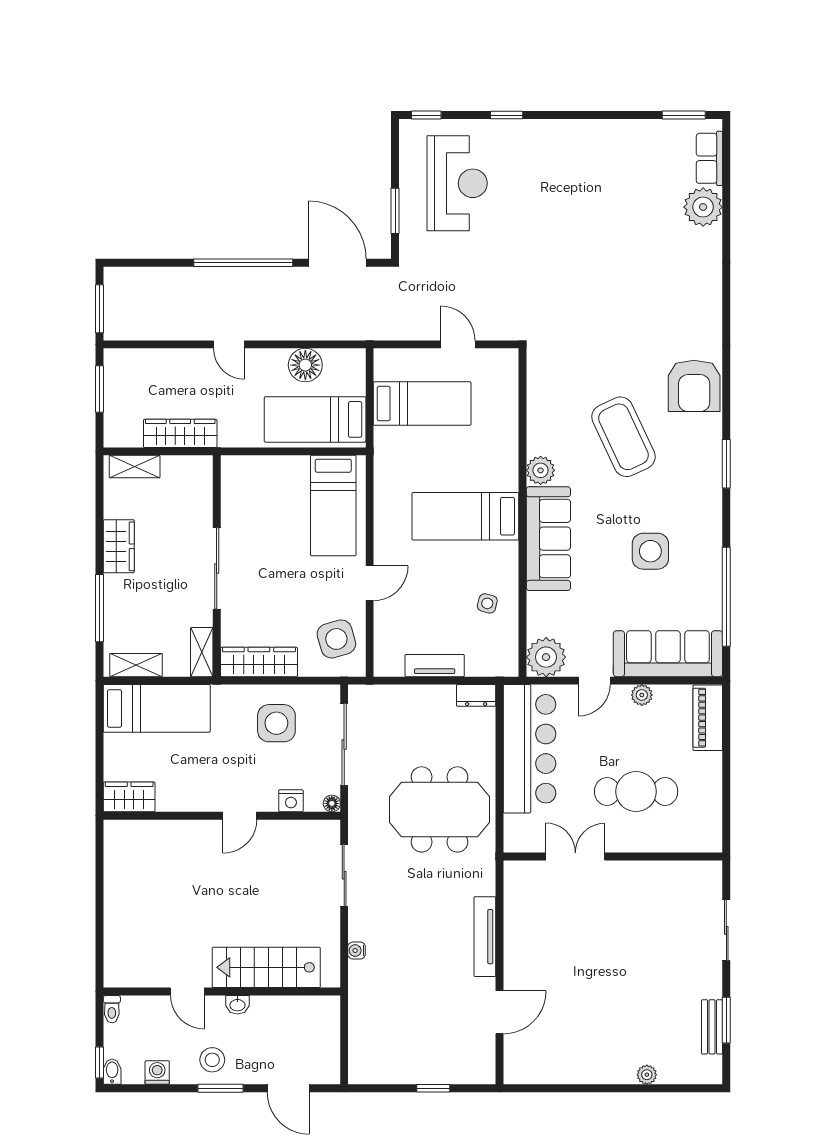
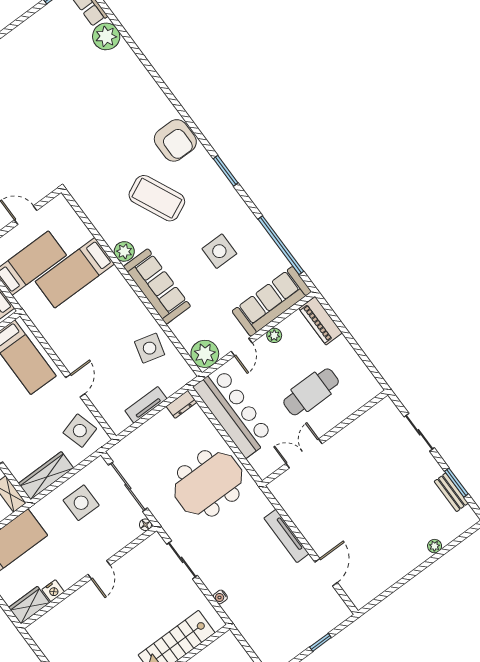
bed: (465, 516) -> (75, 273), moved
side table: (487, 603) -> (150, 348), width x1.87, depth x1.87
nightstand: (291, 801) -> (53, 591), moved

